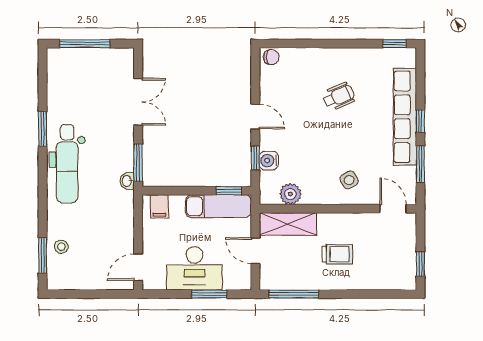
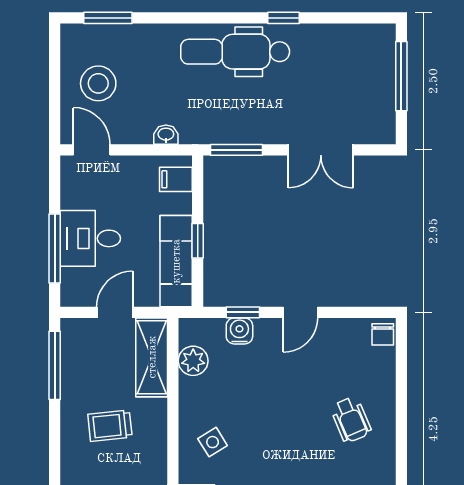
wheelchair: (339, 97) -> (351, 420), moved
window: (43, 129) -> (284, 18), width x0.67
washbasin: (127, 181) -> (166, 135), moved
window: (229, 191) -> (198, 241), moved
stool: (61, 247) -> (98, 83), moved, width x1.89, depth x1.89
trolley: (337, 254) -> (110, 426), turned 84
desk: (194, 268) -> (90, 238), width x0.73
window: (209, 294) -> (55, 248), width x1.44

